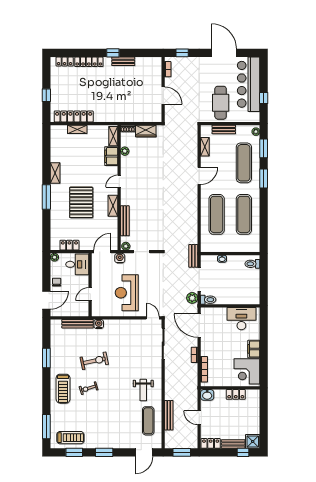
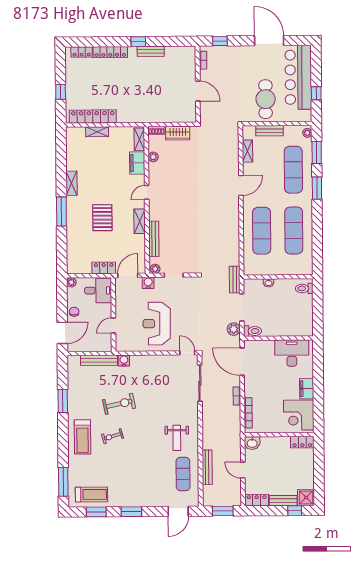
pallet: (81, 202) -> (102, 218), width x0.73, depth x0.71
locker: (69, 245) -> (104, 268), moved
locker: (236, 394) -> (302, 442), moved

